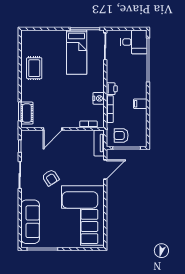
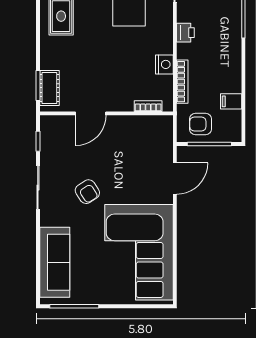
printer: (112, 89) -> (185, 33), moved
filing cabinet: (140, 104) -> (231, 101), moved
tv unit: (99, 143) -> (165, 136), removed

